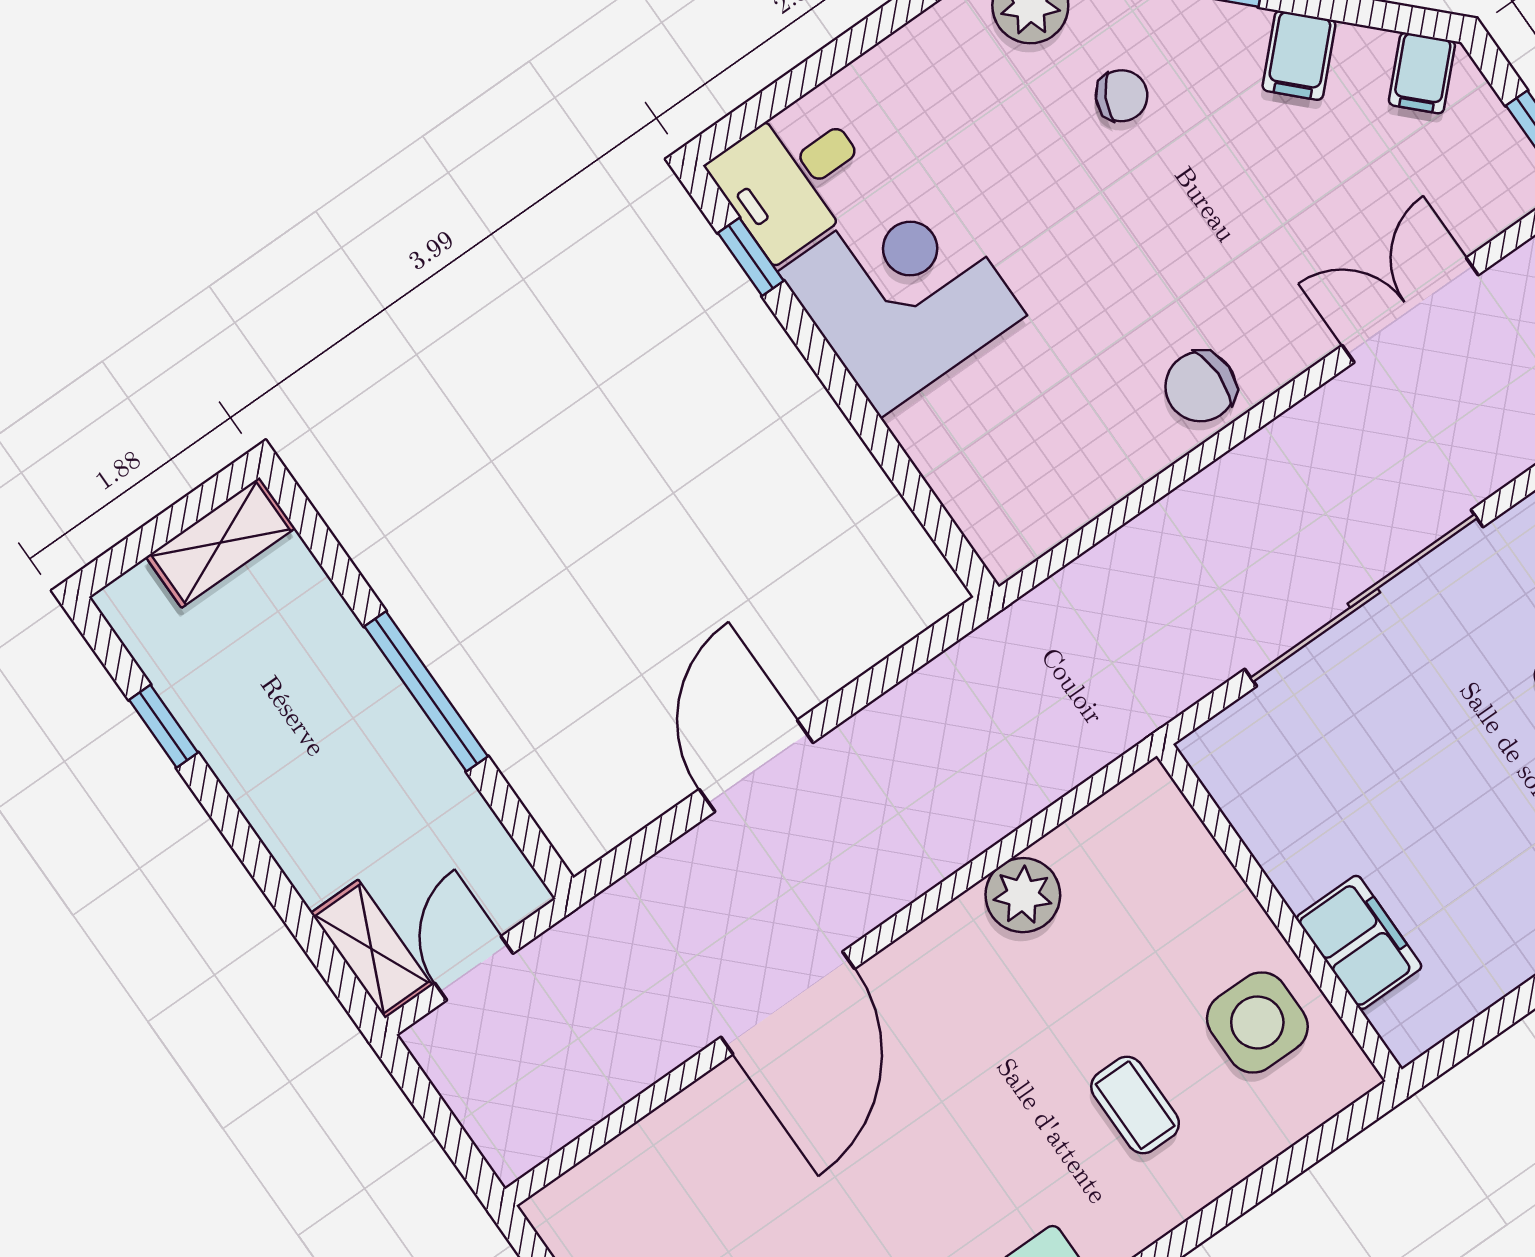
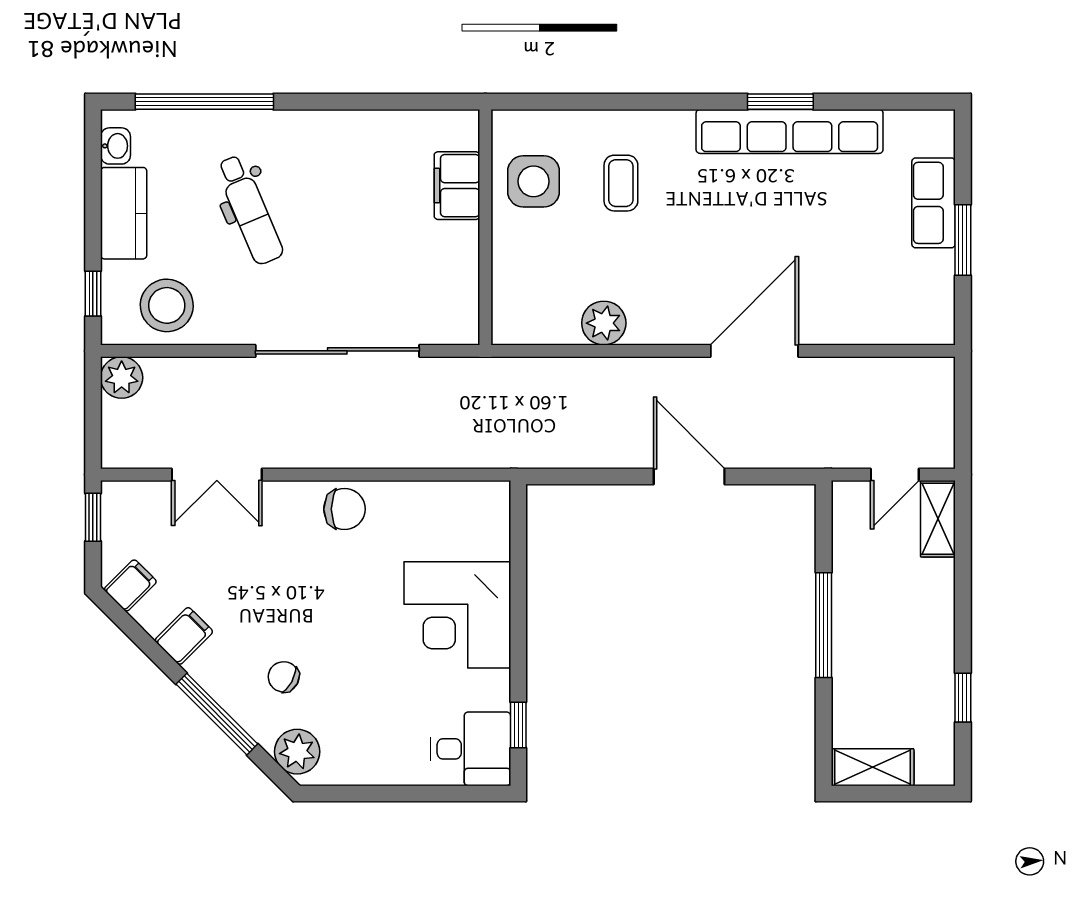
corner desk: (902, 294) -> (457, 615), moved
door: (756, 766) -> (689, 477), swing flipped

